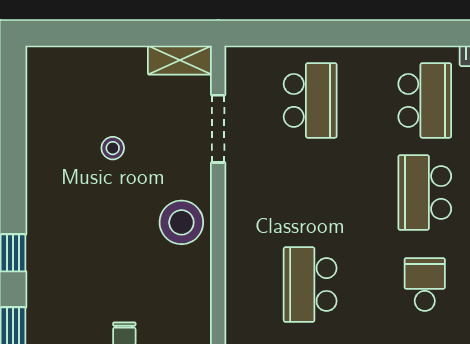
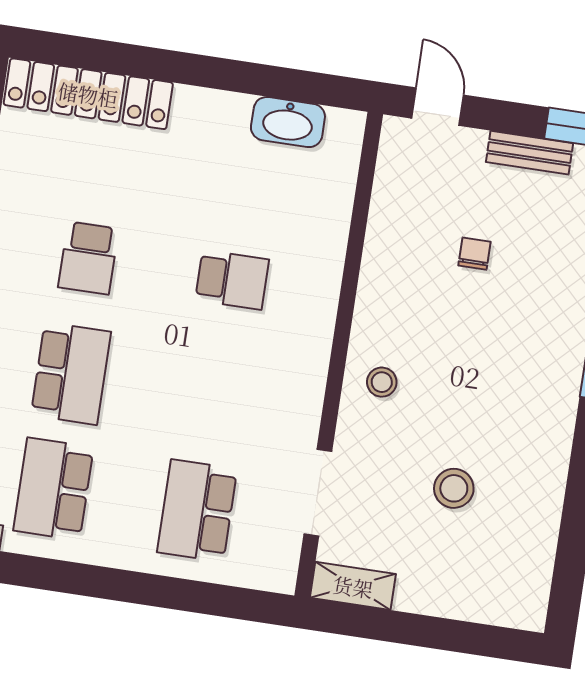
stool: (113, 148) -> (454, 488), width x1.37, depth x1.37
stool: (181, 222) -> (382, 382), width x0.53, depth x0.53
school desk: (310, 285) -> (232, 280), width x0.54

